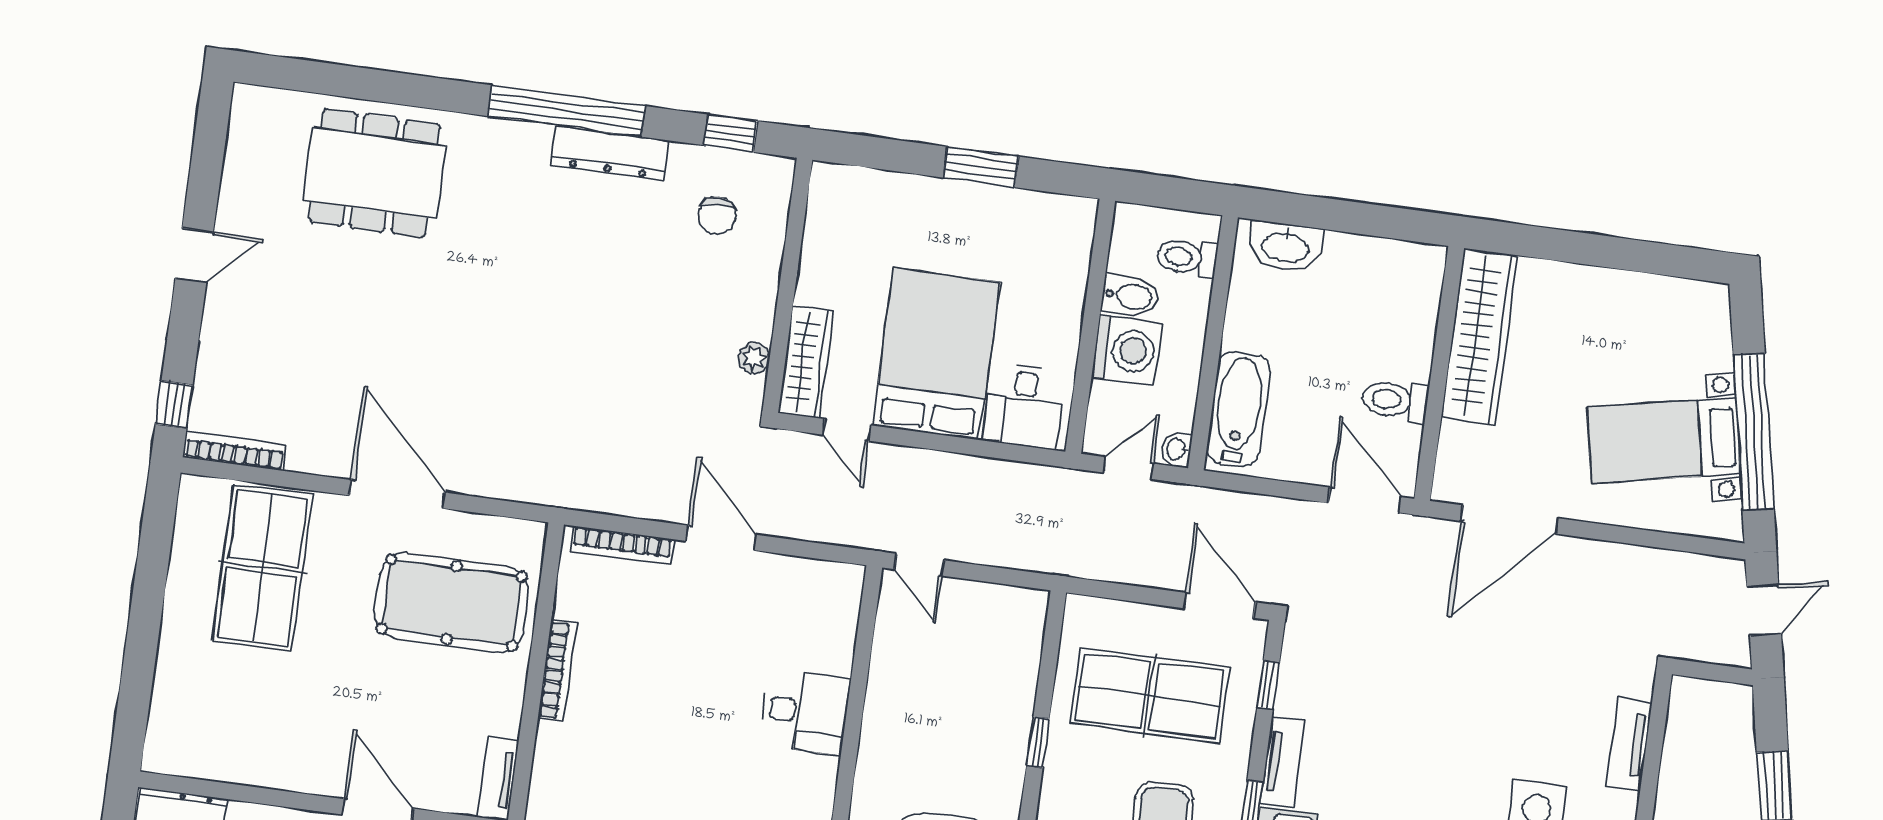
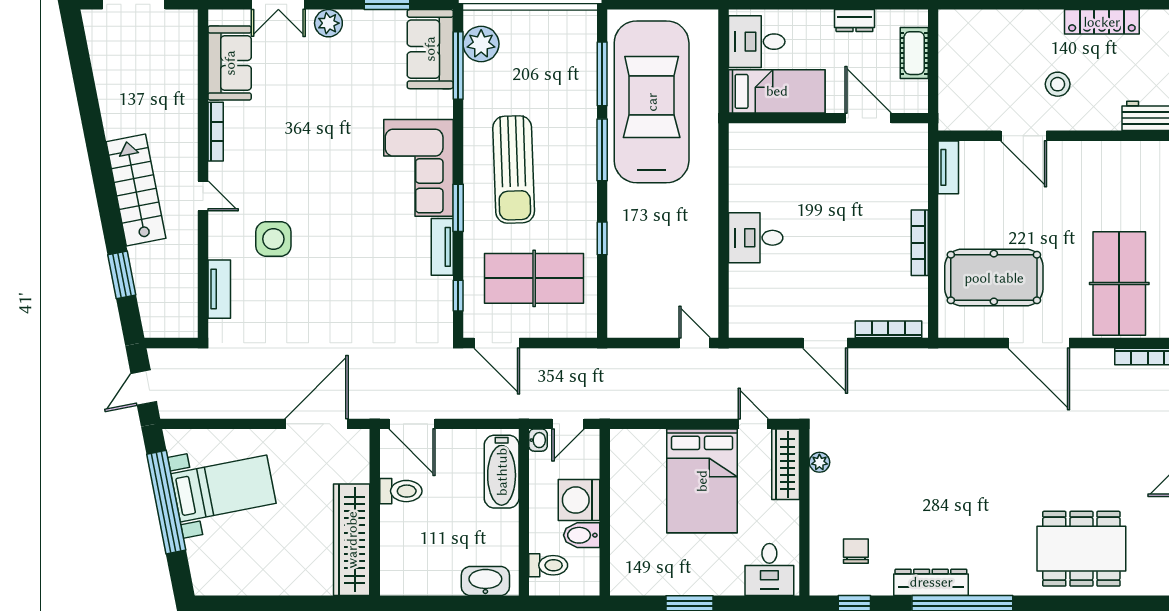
desk: (1024, 406) -> (769, 570), moved, turned 180

